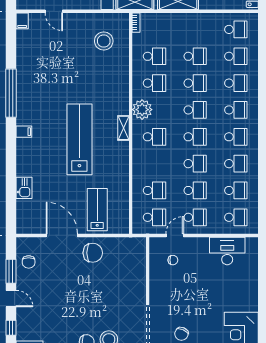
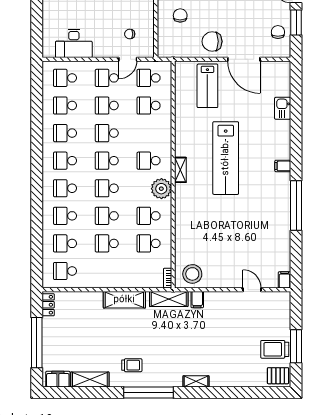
stool: (104, 41) -> (192, 274), moved
chair: (124, 278) -> (180, 15), added

